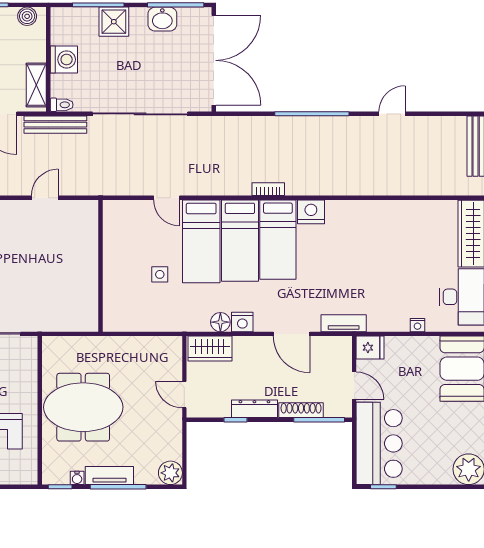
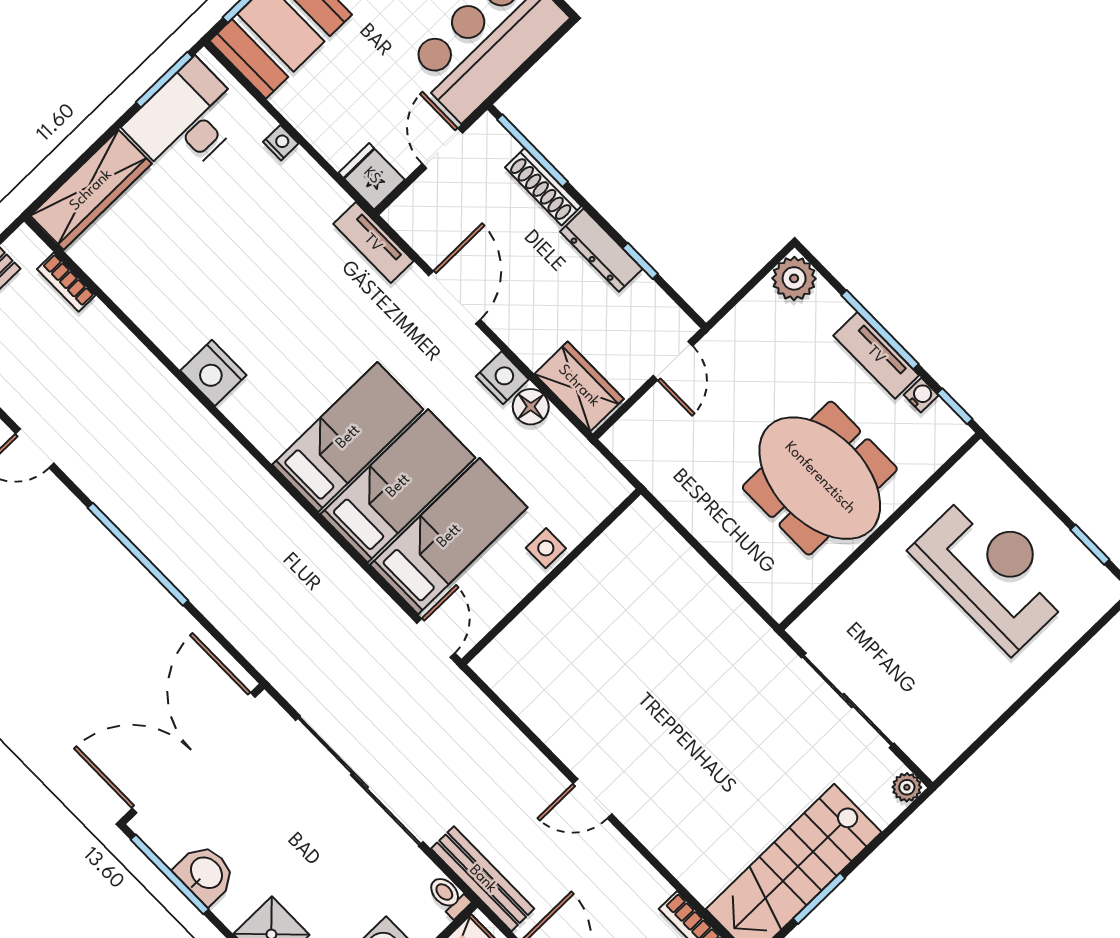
bookcase: (268, 189) -> (66, 282), moved
nightstand: (311, 212) -> (213, 373), moved
wall: (101, 266) -> (551, 577), moved

